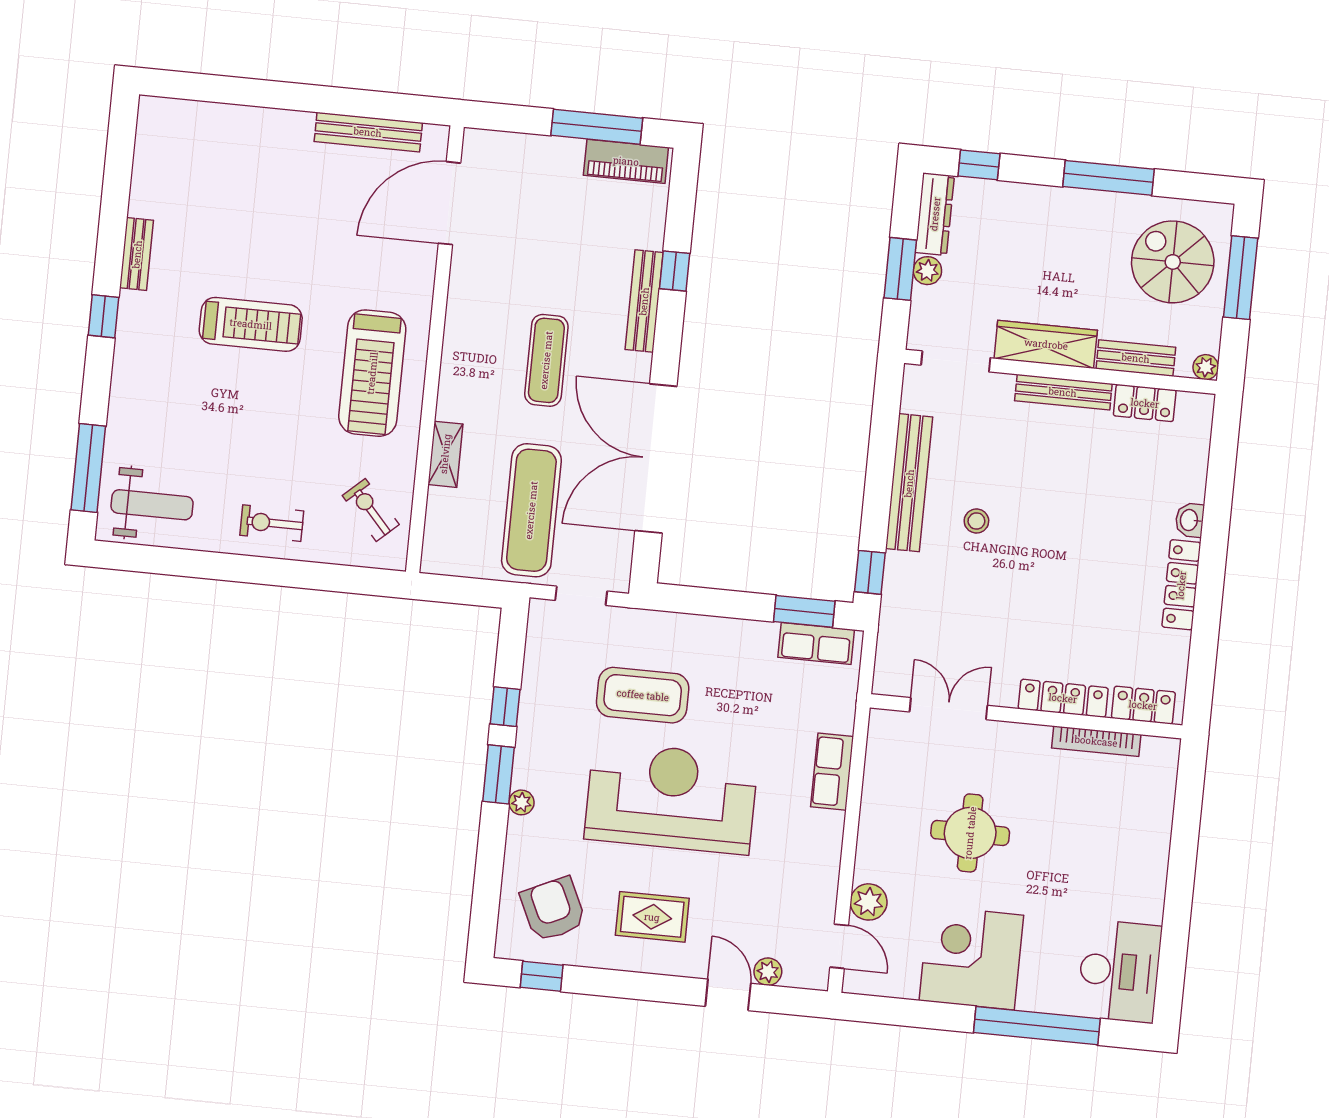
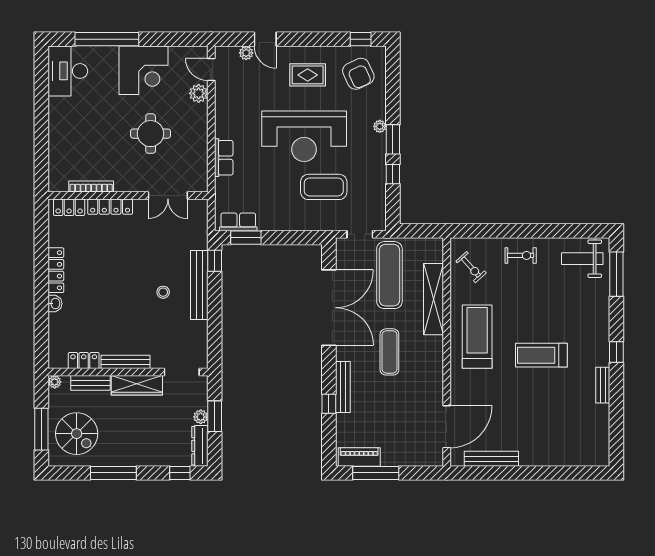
shelving: (445, 454) -> (434, 299), width x2.20, depth x1.33
bench: (909, 483) -> (199, 285), moved

